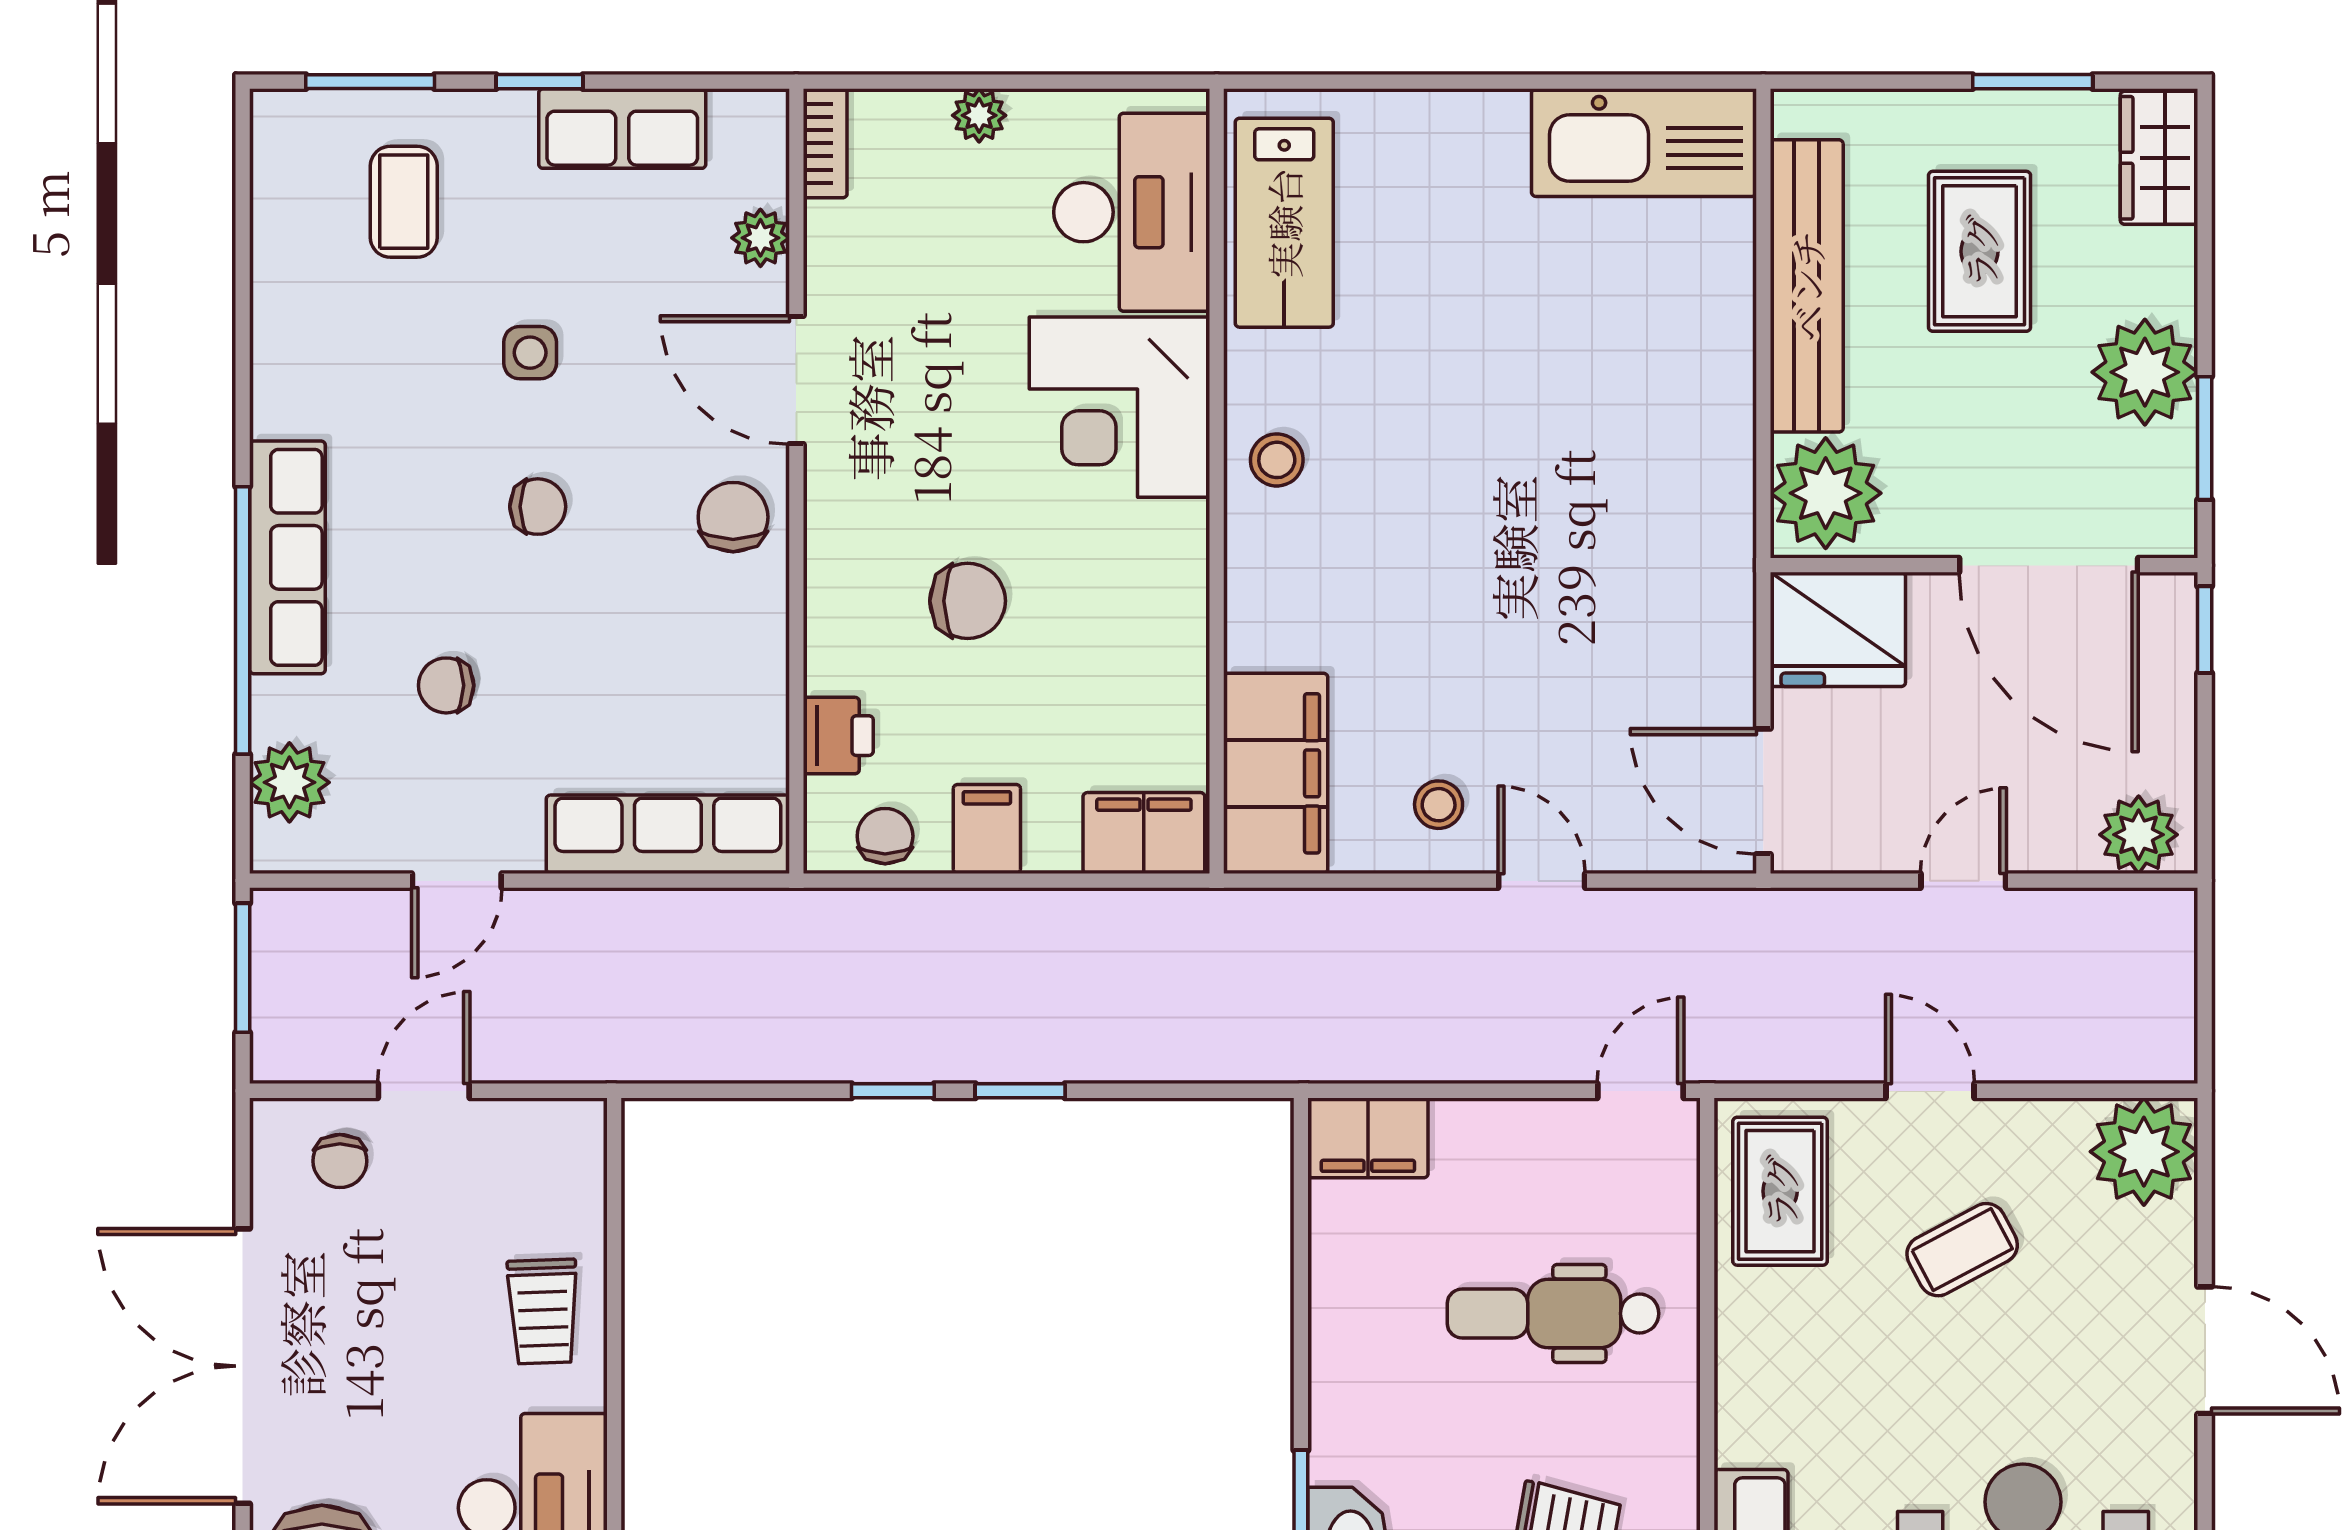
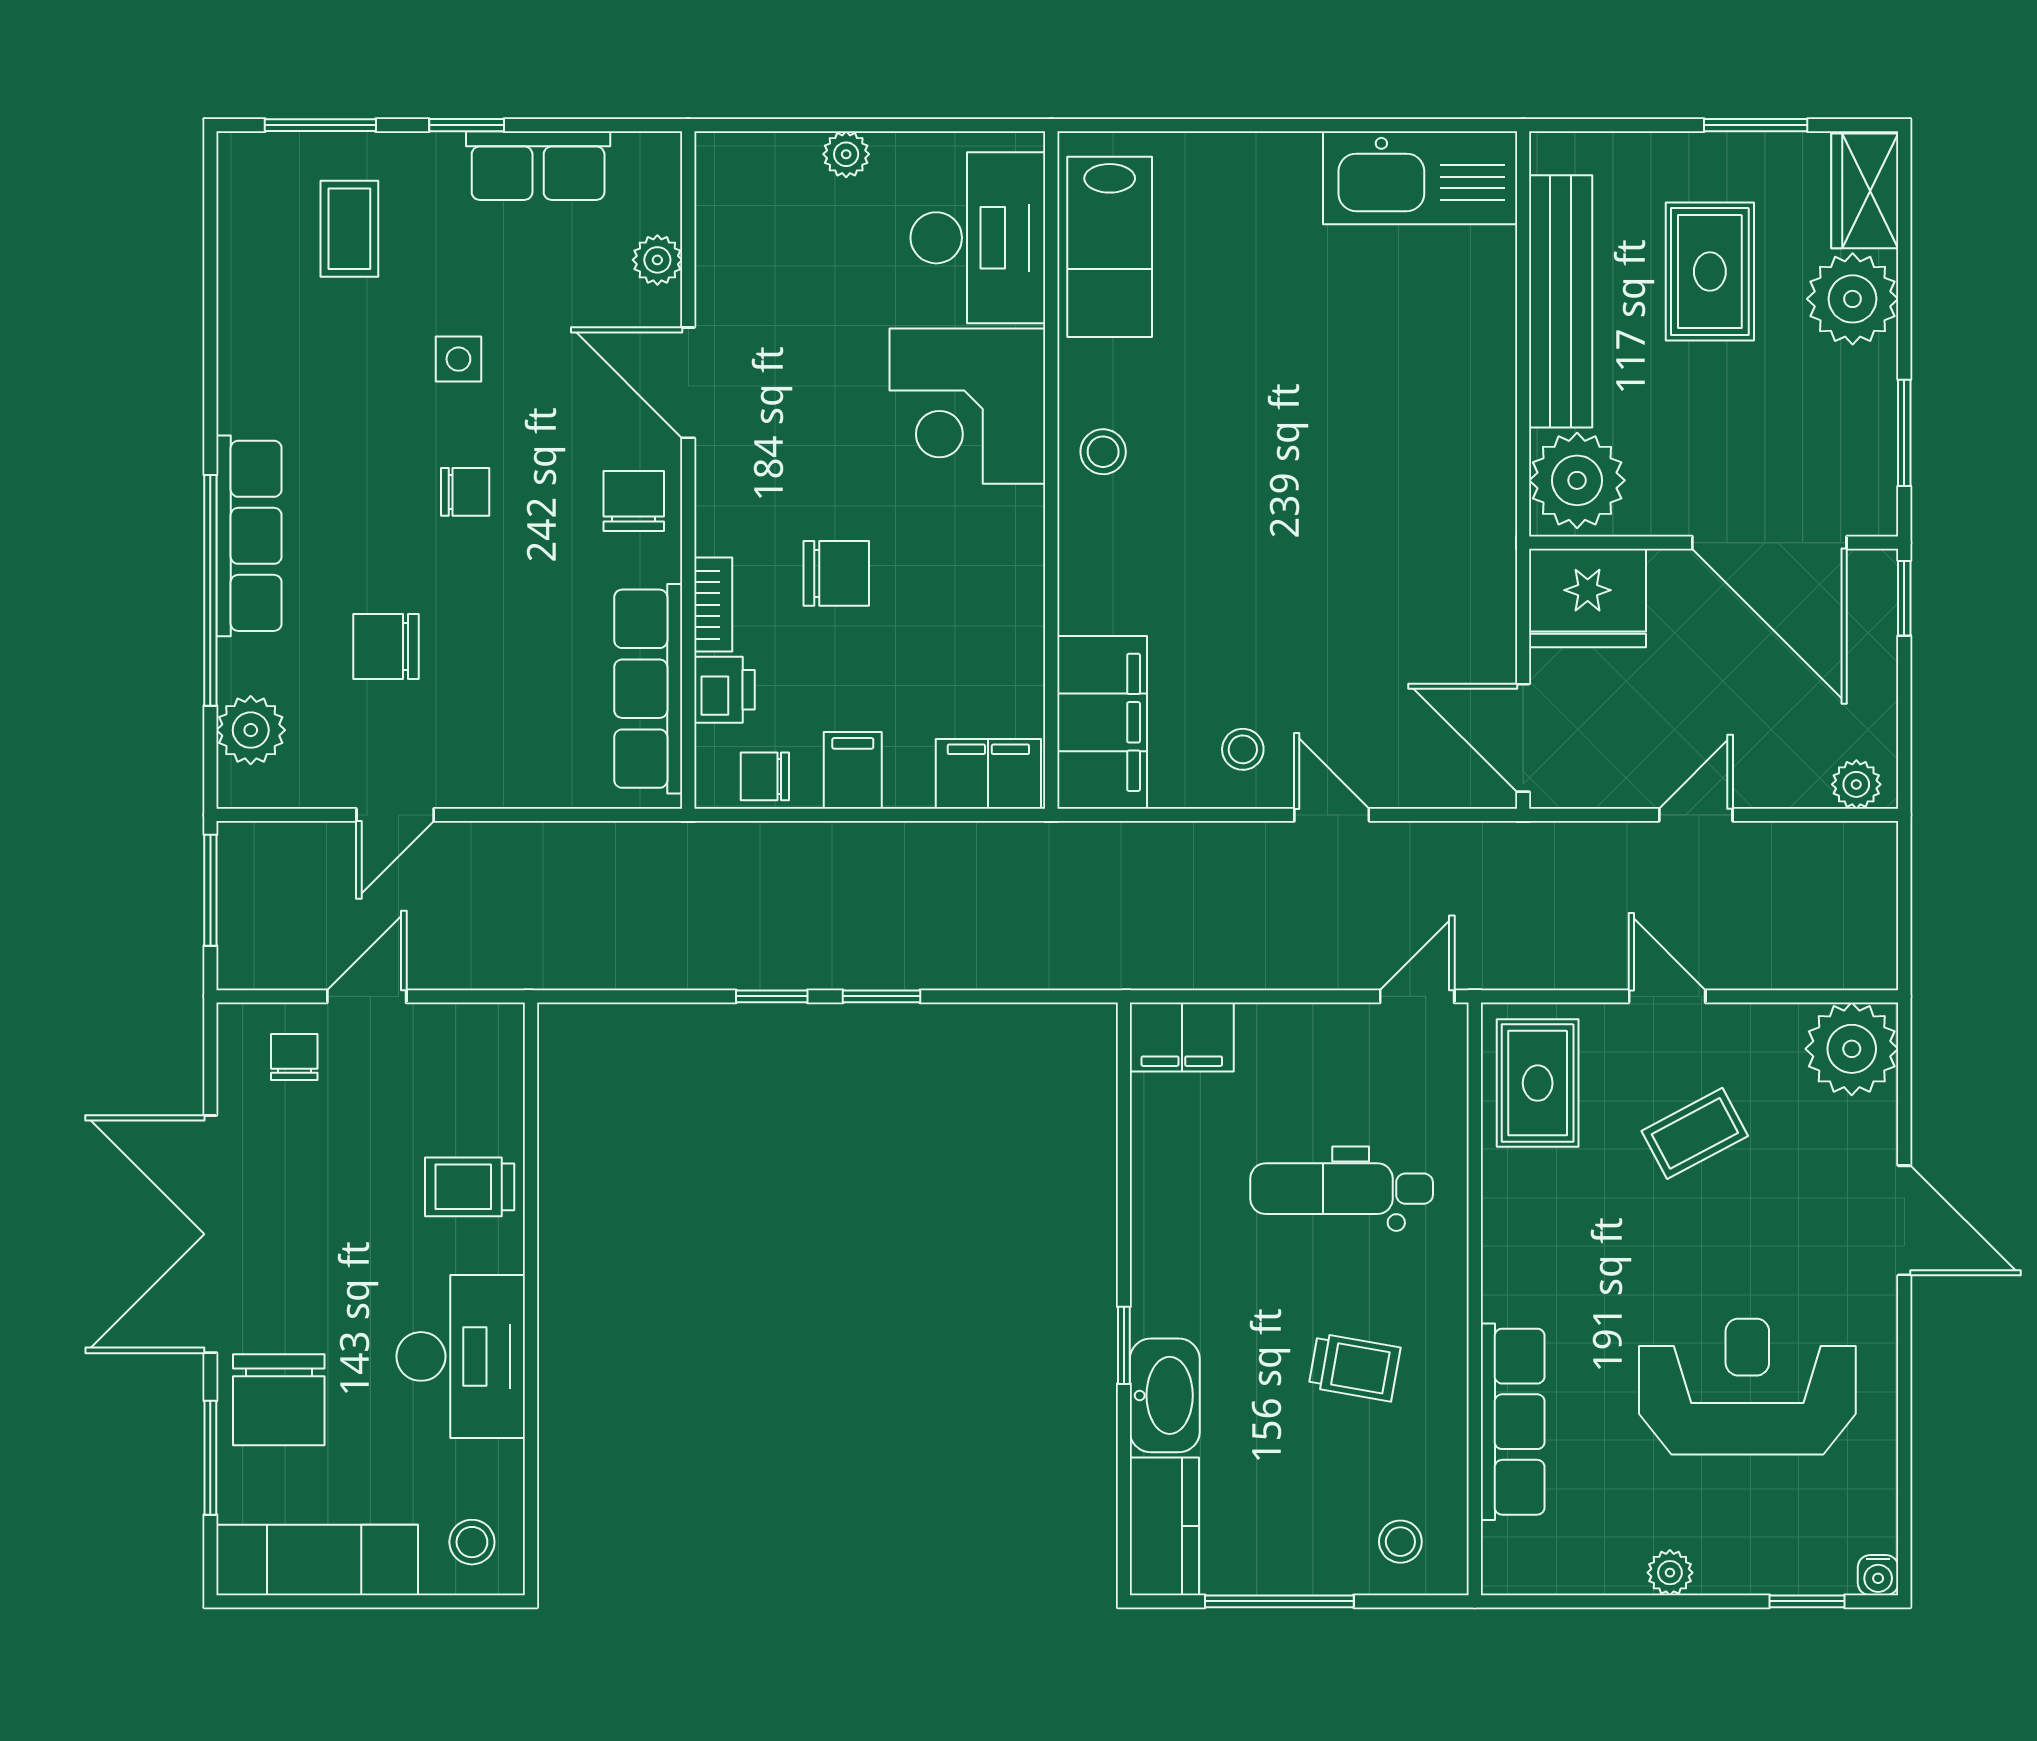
bookcase: (825, 143) -> (713, 605), moved
plant: (2145, 372) -> (1853, 299), moved
chair: (446, 685) -> (386, 646), width x1.37, depth x1.37
row of seats: (668, 834) -> (648, 689), moved, turned -90
plant: (2139, 835) -> (1856, 784), width x0.73, depth x0.73
chair: (885, 836) -> (765, 776), turned -90
chair: (340, 1161) -> (294, 1057), turned 180
trolley: (543, 1311) -> (470, 1187), turned 92

